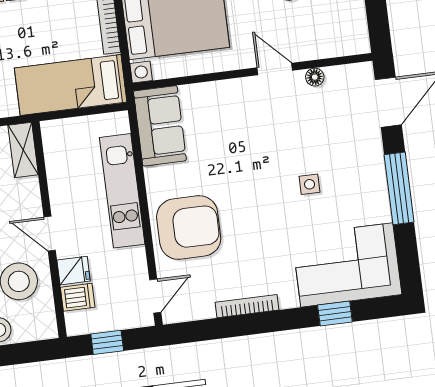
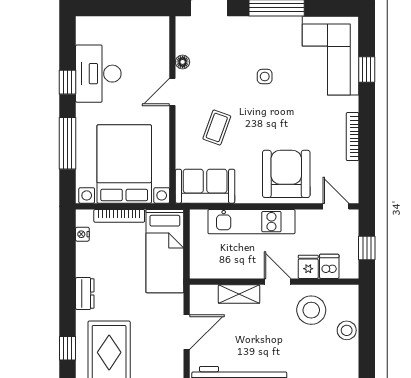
coffee table: (237, 131) -> (217, 128), added
shelving: (23, 150) -> (239, 294), moved
door: (50, 234) -> (277, 282), swing flipped

